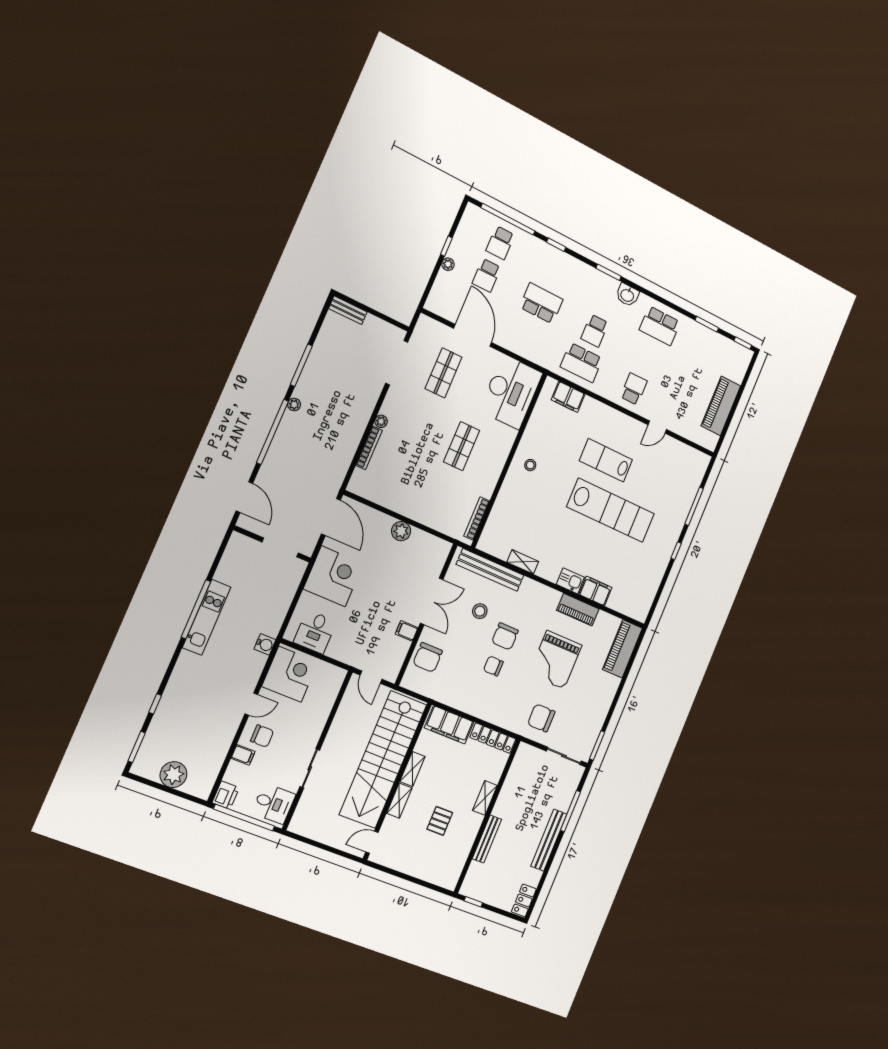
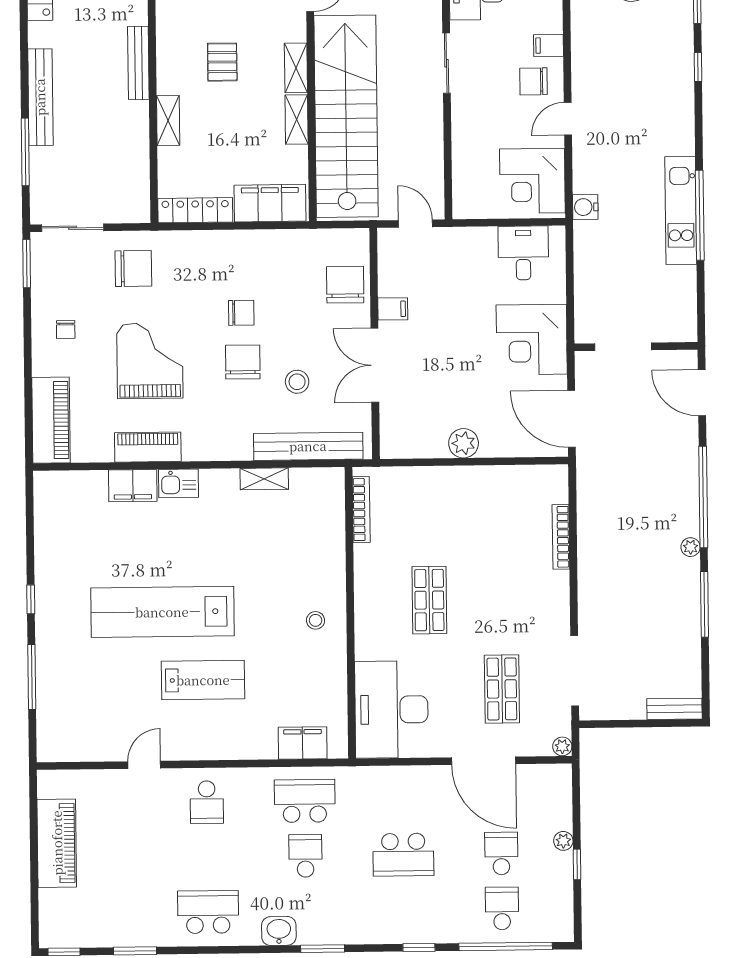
plant: (381, 421) -> (562, 746), moved
chair: (593, 698) -> (66, 330), added

